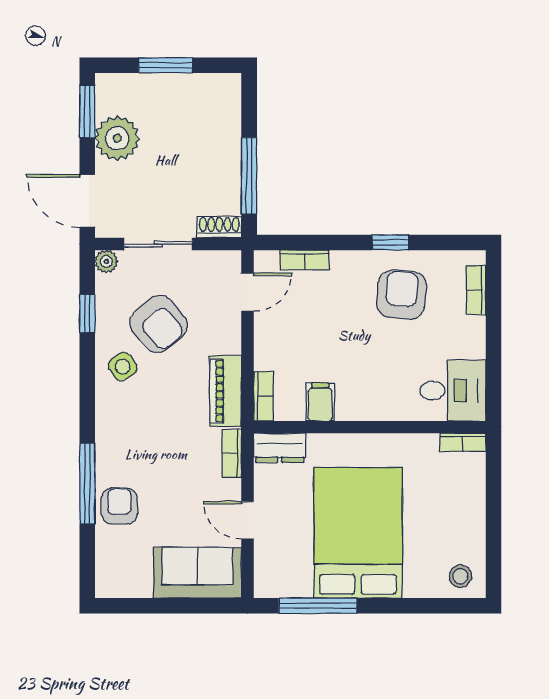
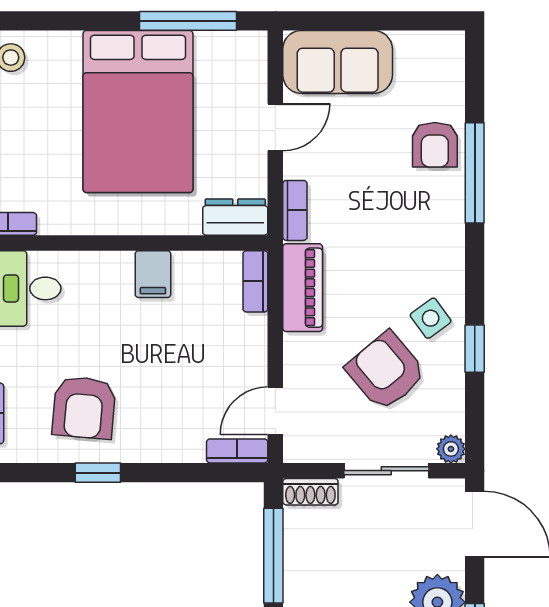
bookcase: (305, 260) -> (237, 451), moved
window: (87, 314) -> (475, 349), moved
filing cabinet: (320, 402) -> (153, 274), moved
door: (248, 520) -> (275, 127), hinge flipped

